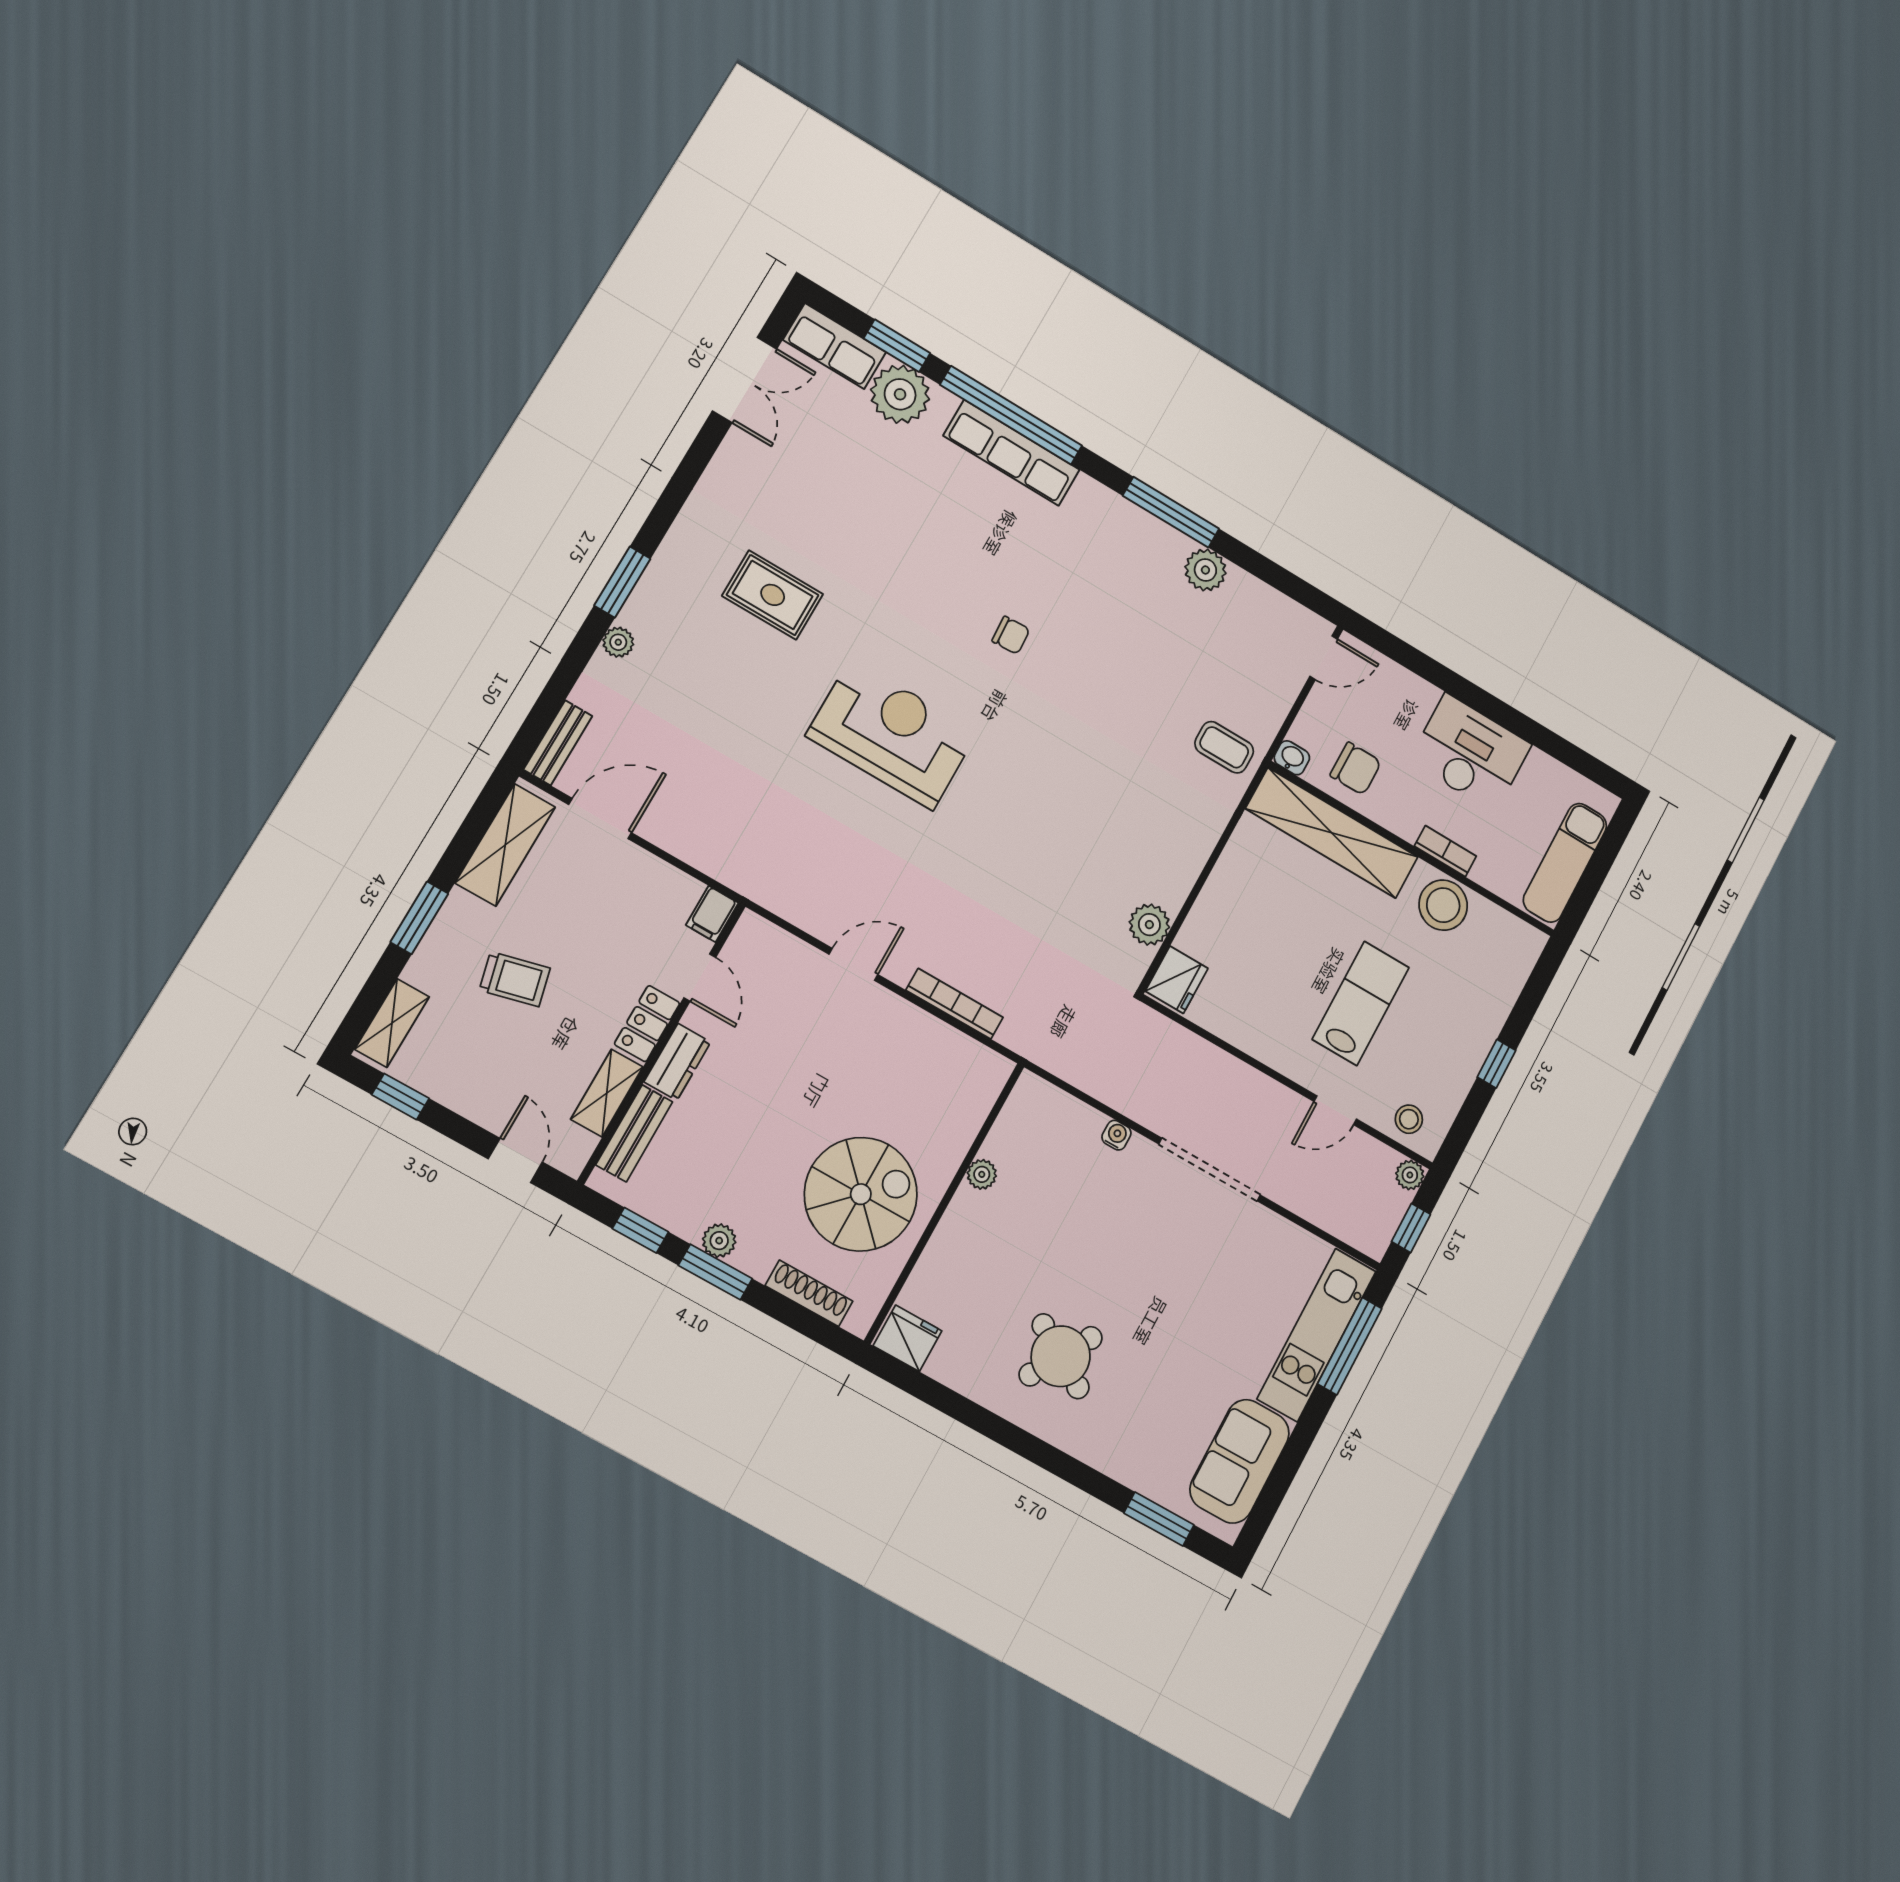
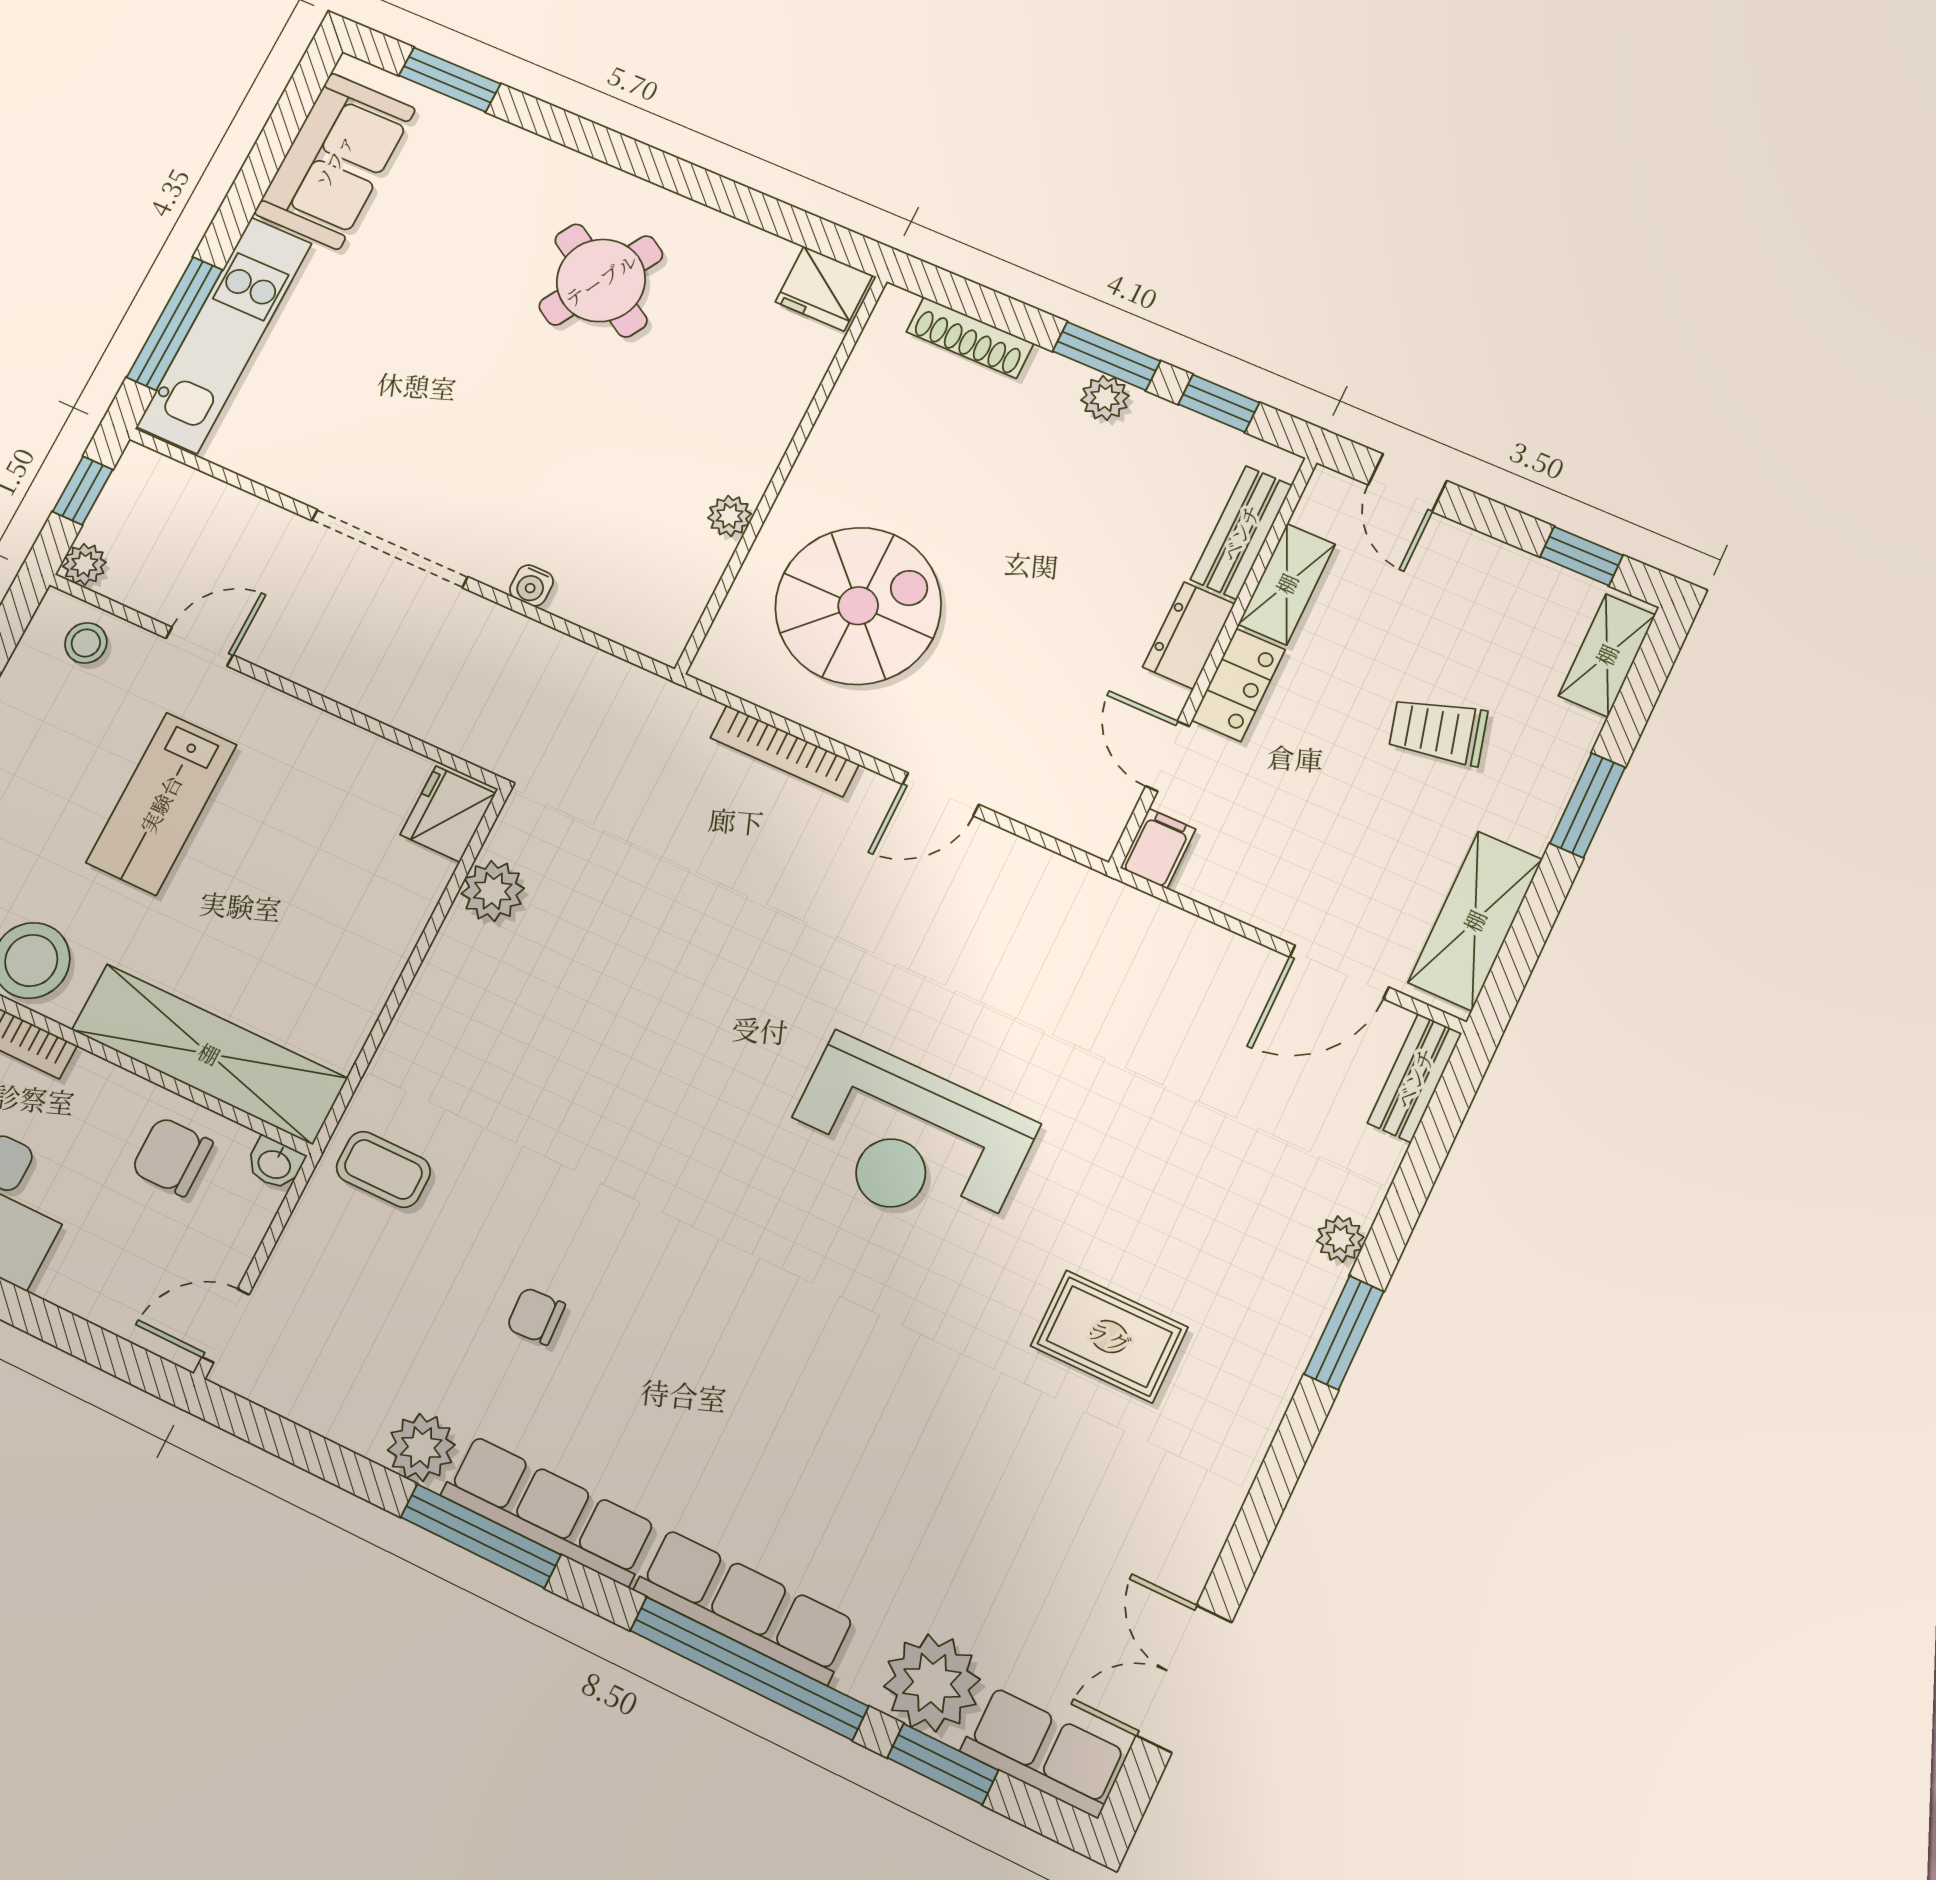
row of seats: (1128, 523) -> (549, 1510), added
chair: (1011, 635) -> (536, 1316), moved
spiral stairs: (861, 1194) -> (858, 606), moved, turned 180

